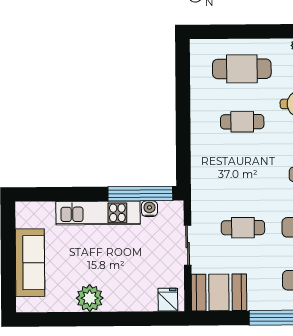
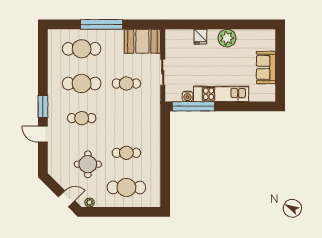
sofa: (30, 263) -> (266, 67), width x0.73
fridge: (168, 300) -> (200, 37), moved

